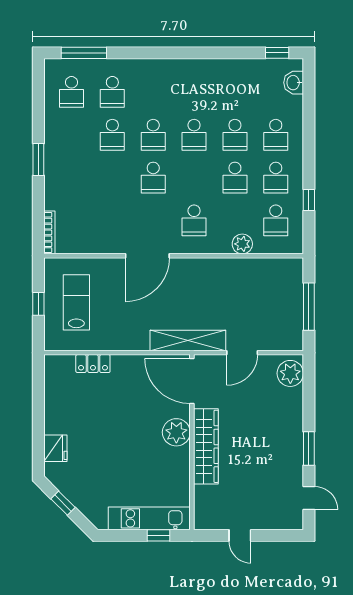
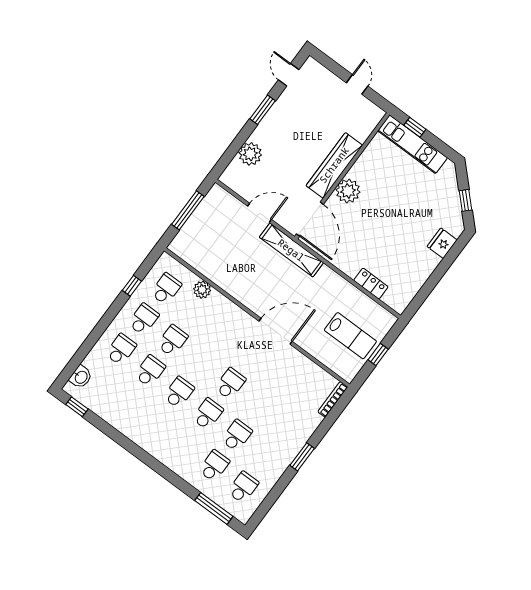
school desk: (194, 220) -> (224, 332), removed
lab bench: (76, 302) -> (350, 336), turned -90
plant: (290, 373) -> (250, 154), moved

